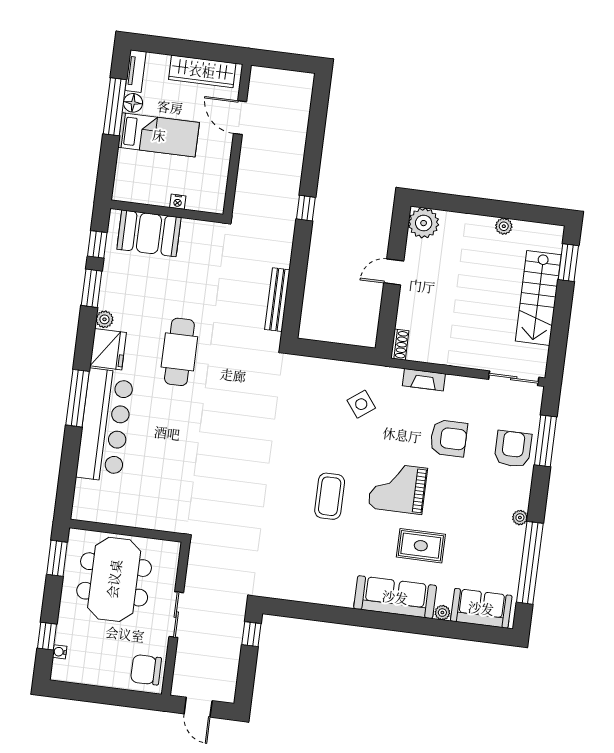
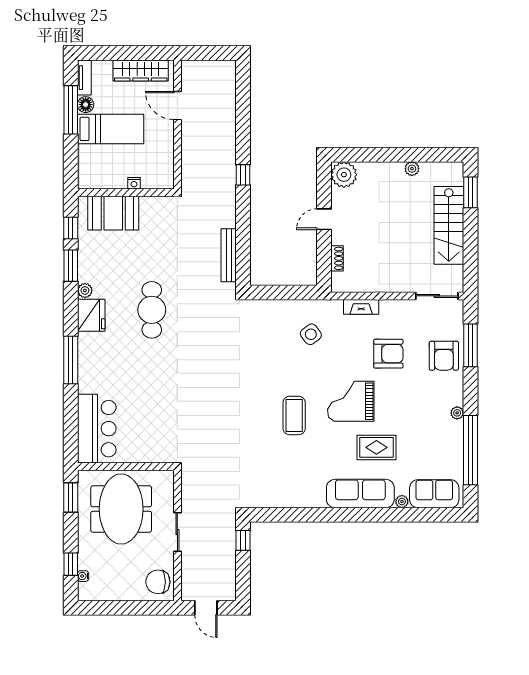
shoe rack: (400, 345) -> (337, 258), moved
bar counter: (105, 425) -> (97, 429), moved, width x0.73
armchair: (513, 449) -> (444, 356), turned 180

